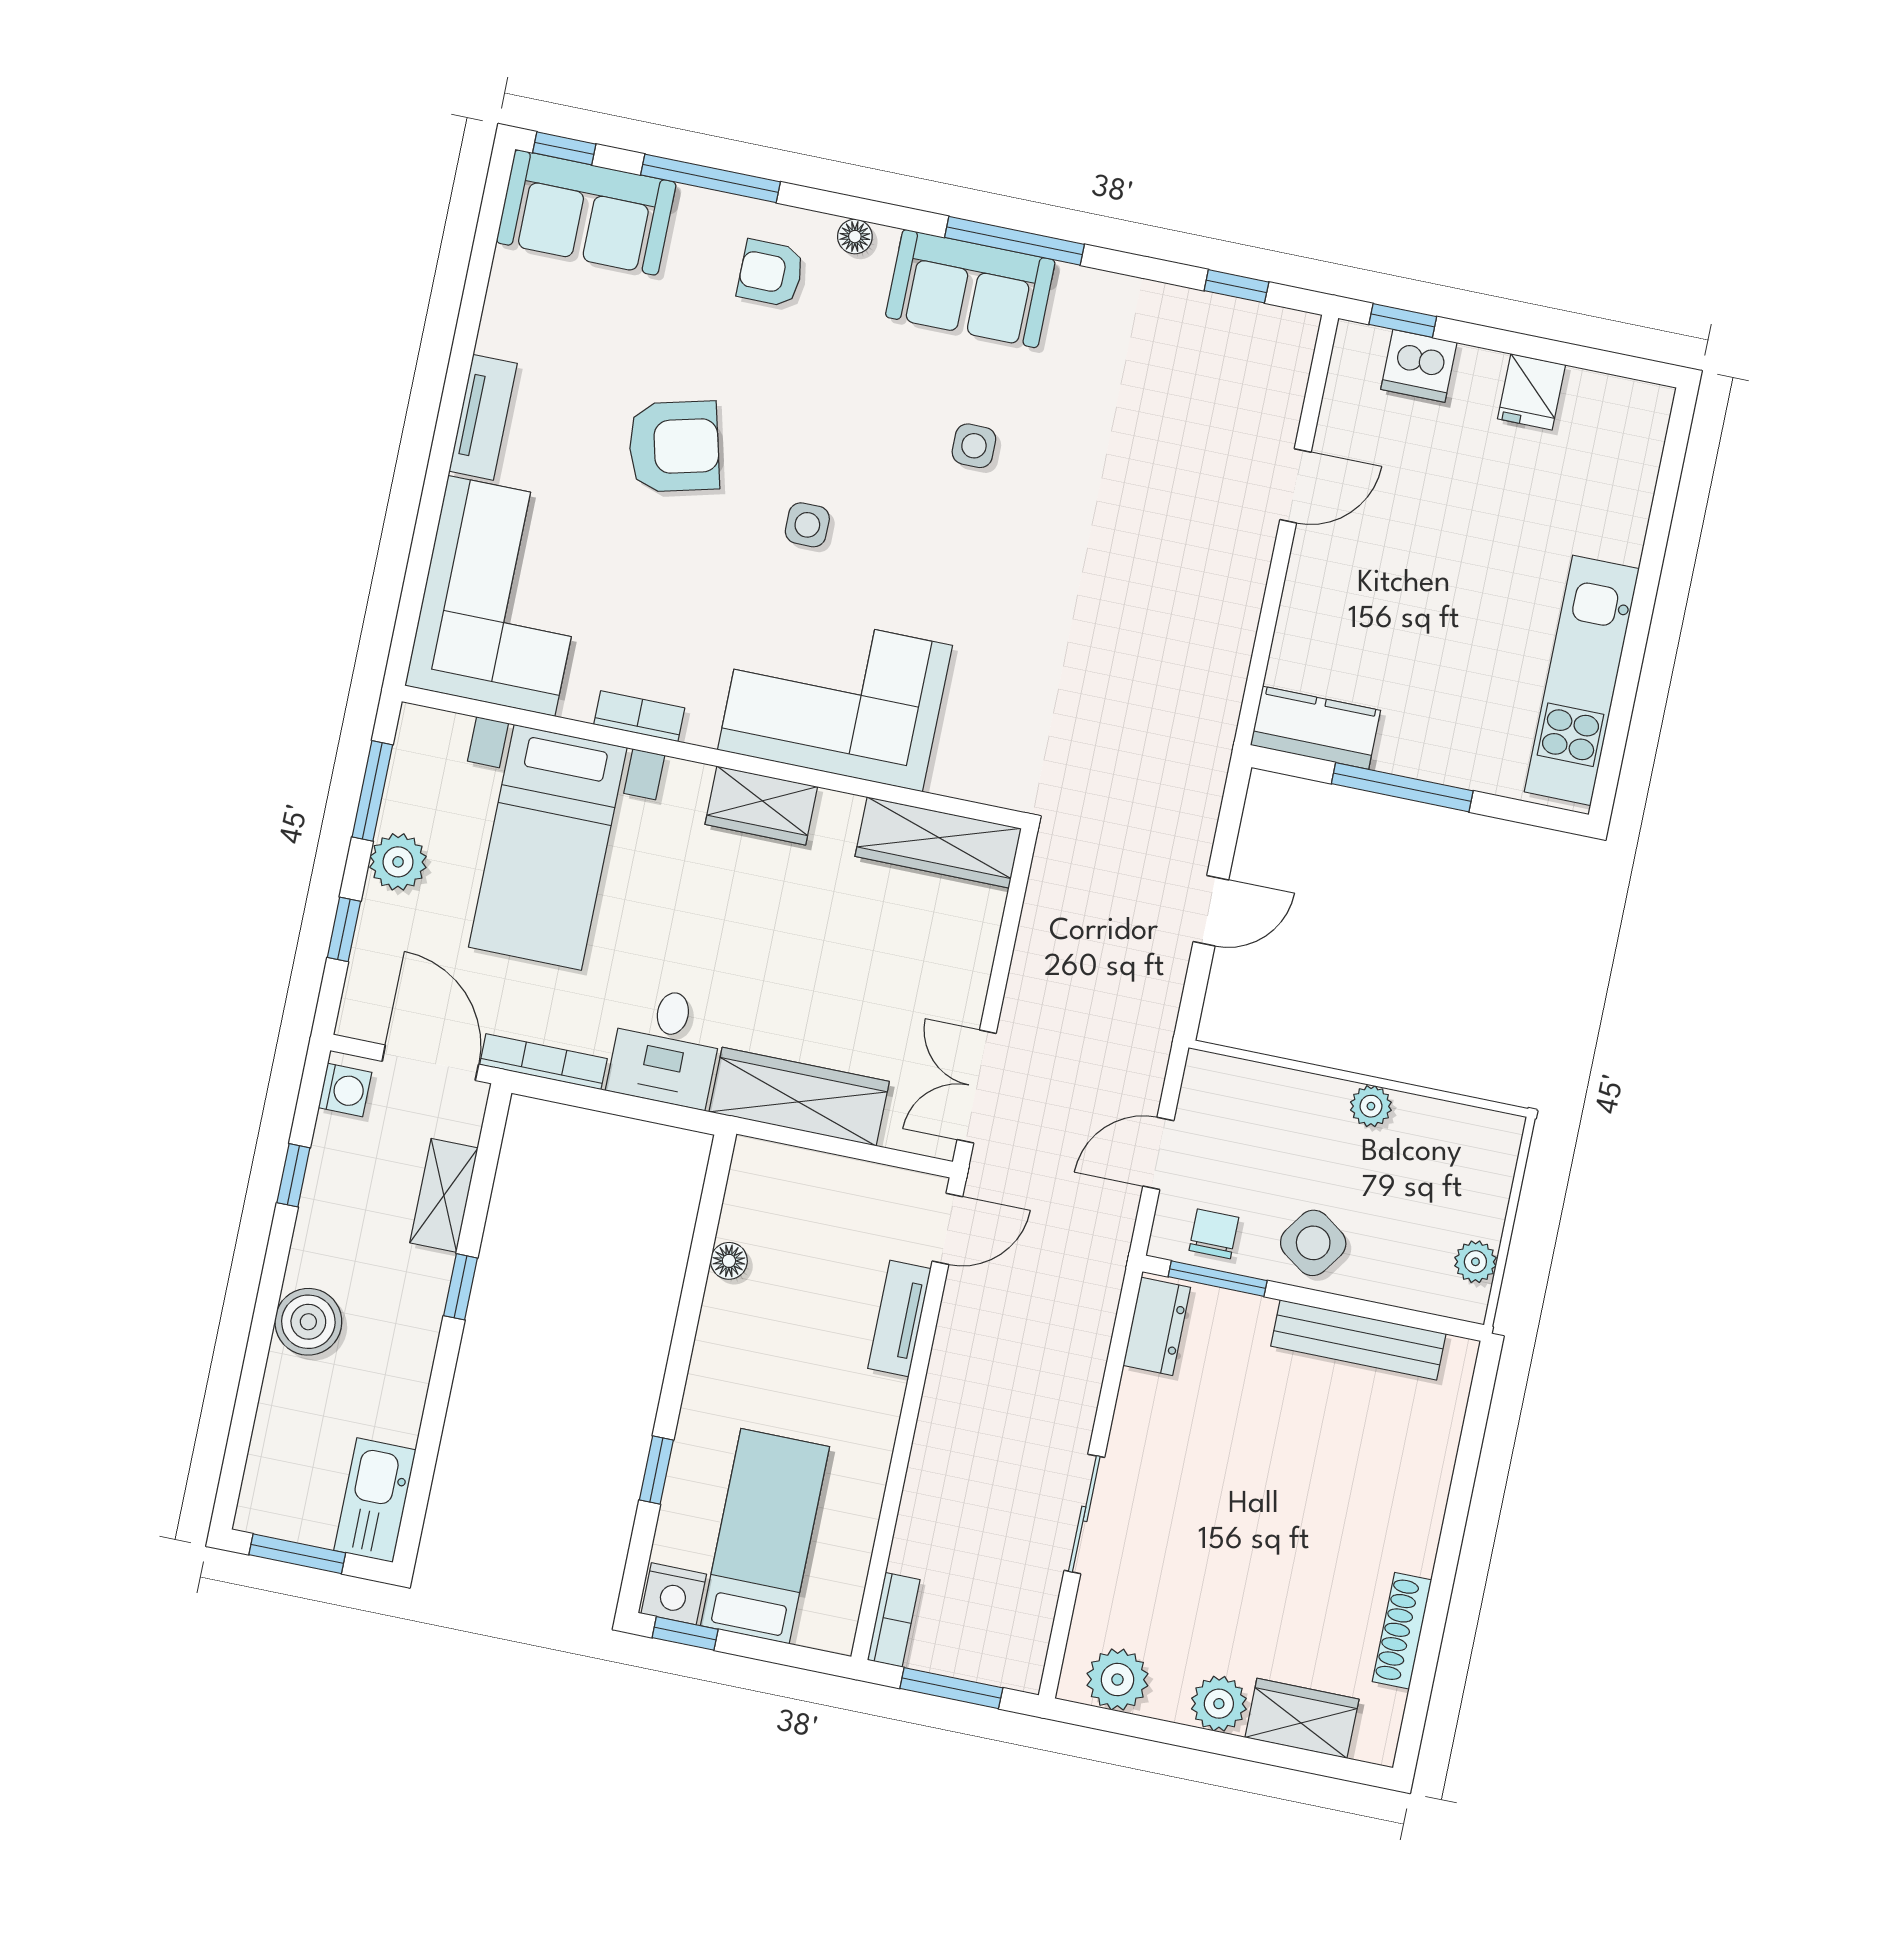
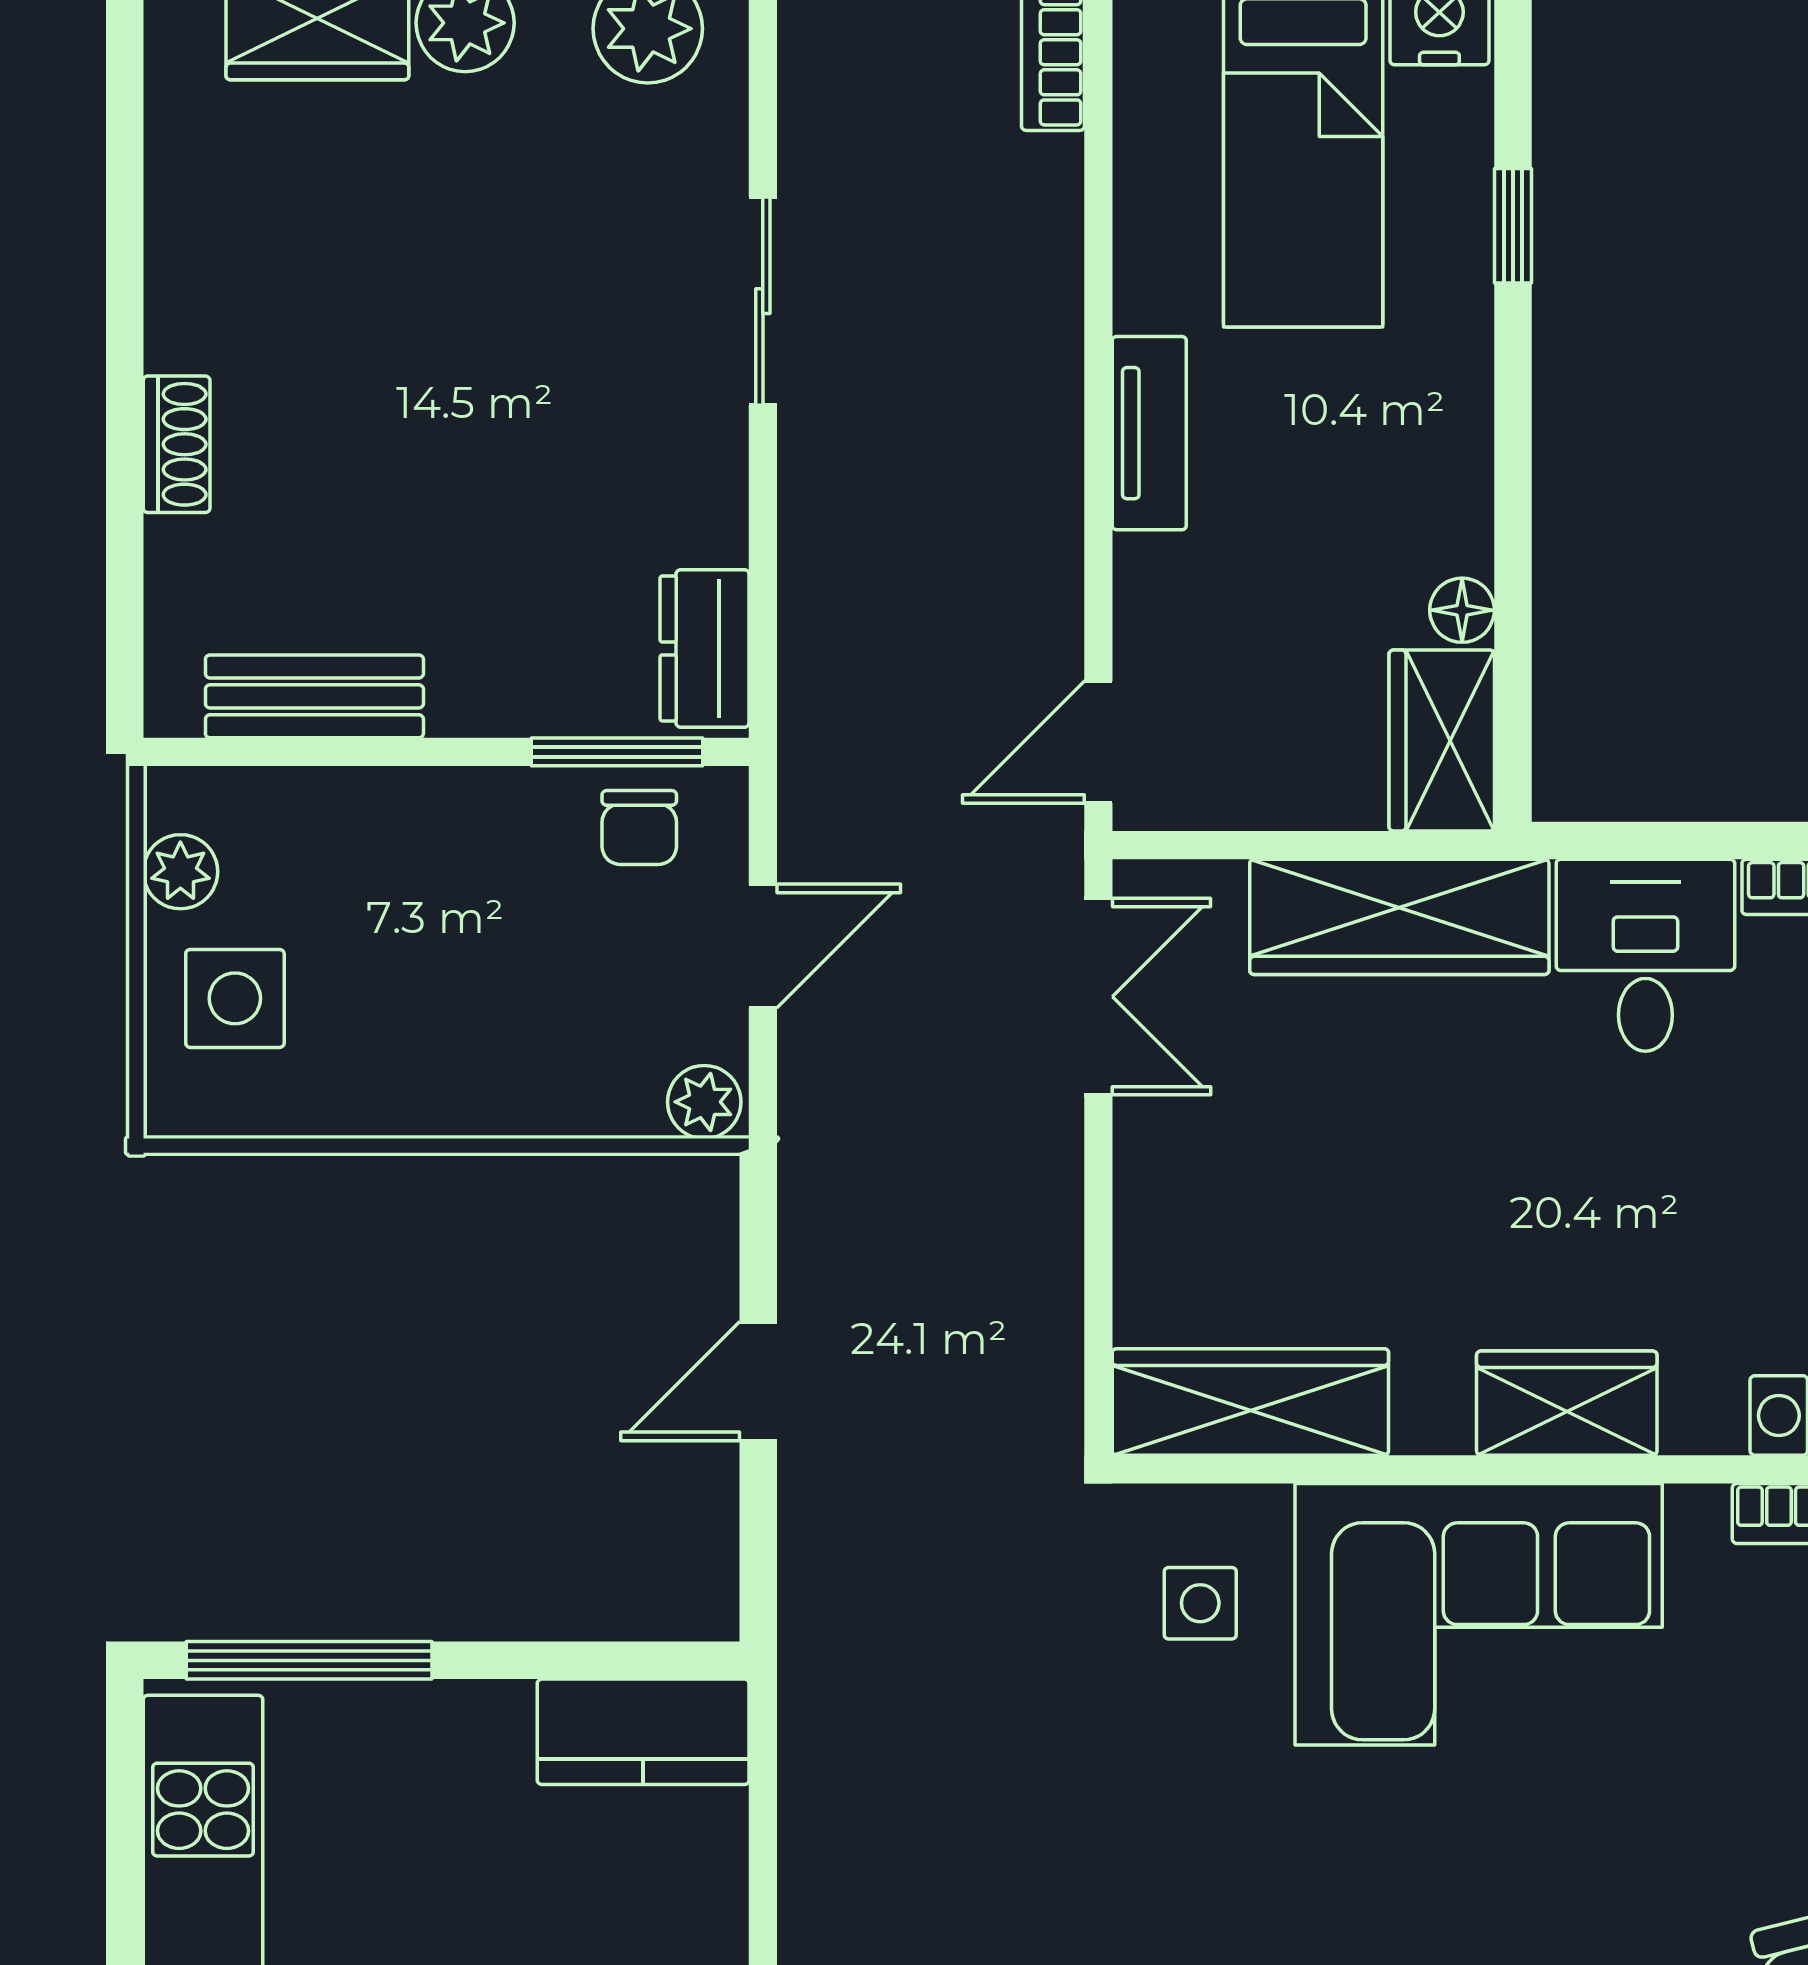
side table: (807, 525) -> (1200, 1603), moved
window: (1402, 787) -> (309, 1660), moved
plant: (1371, 1106) -> (704, 1102), moved
wardrobe: (755, 1190) -> (1442, 741), added
side table: (1313, 1243) -> (235, 998), moved, turned -35
tv unit: (899, 1319) -> (1149, 433), moved
bench: (1358, 1340) -> (314, 696), width x0.73
shoe rack: (1402, 1631) -> (177, 444), moved, width x0.70

